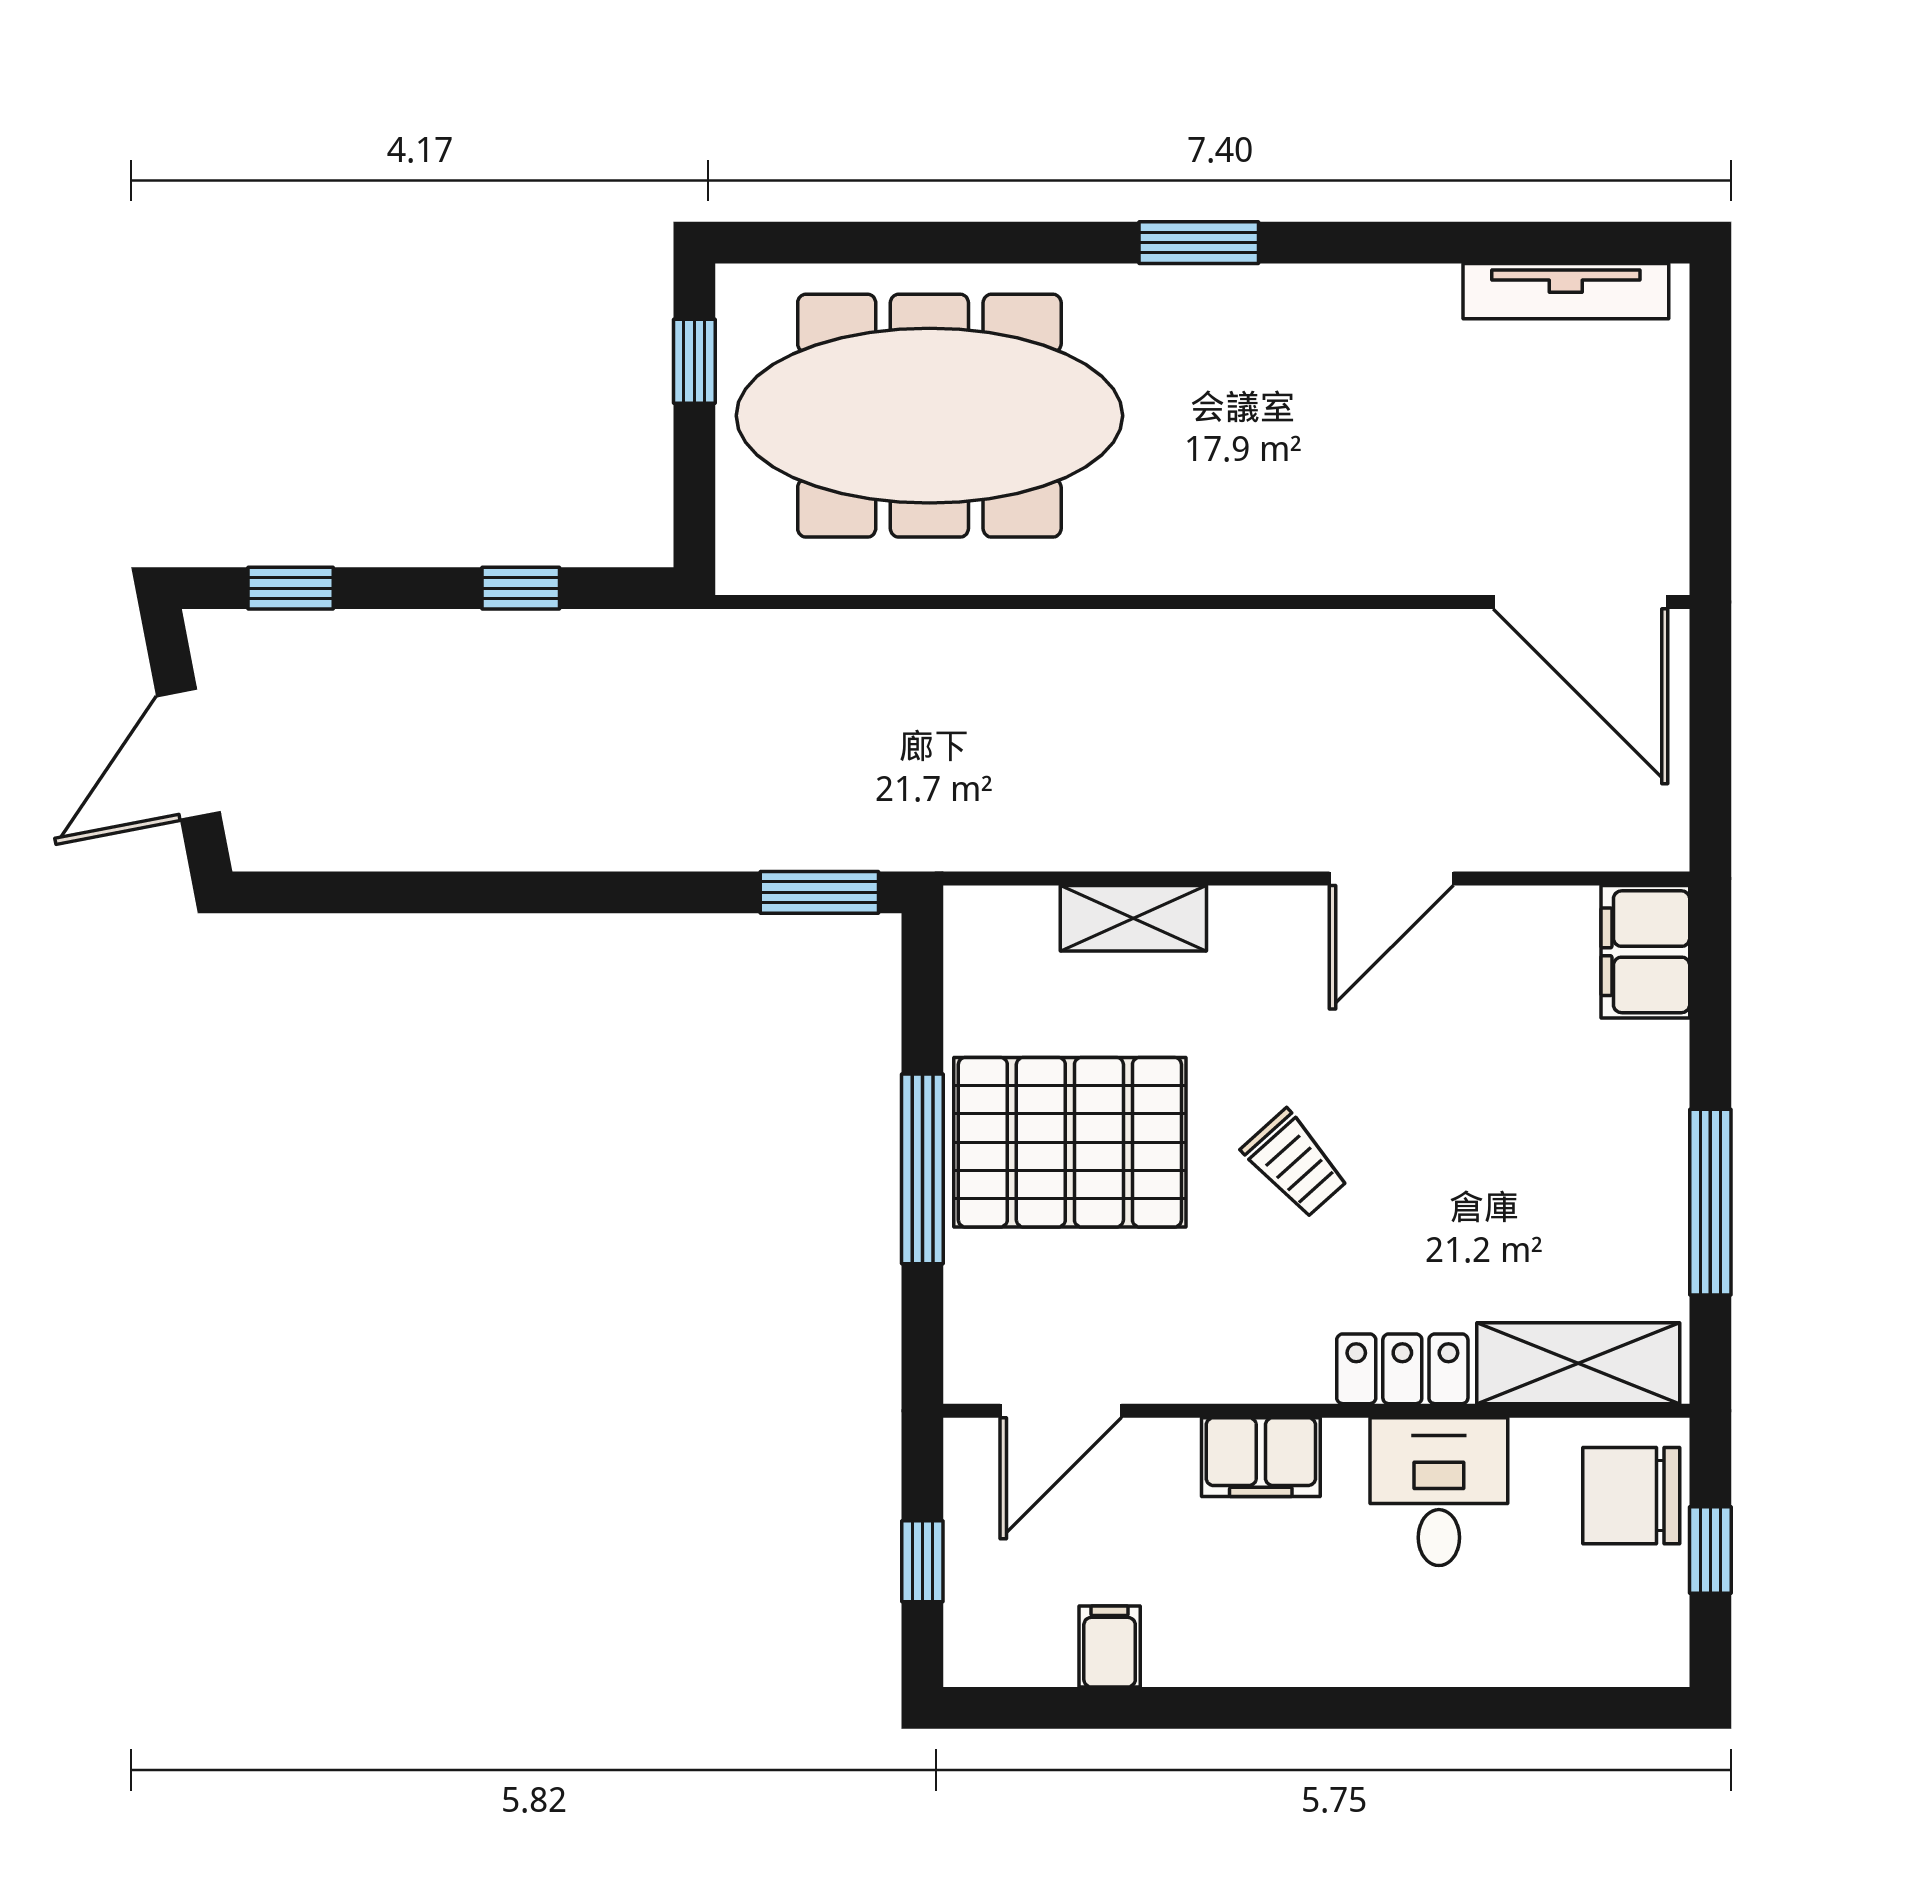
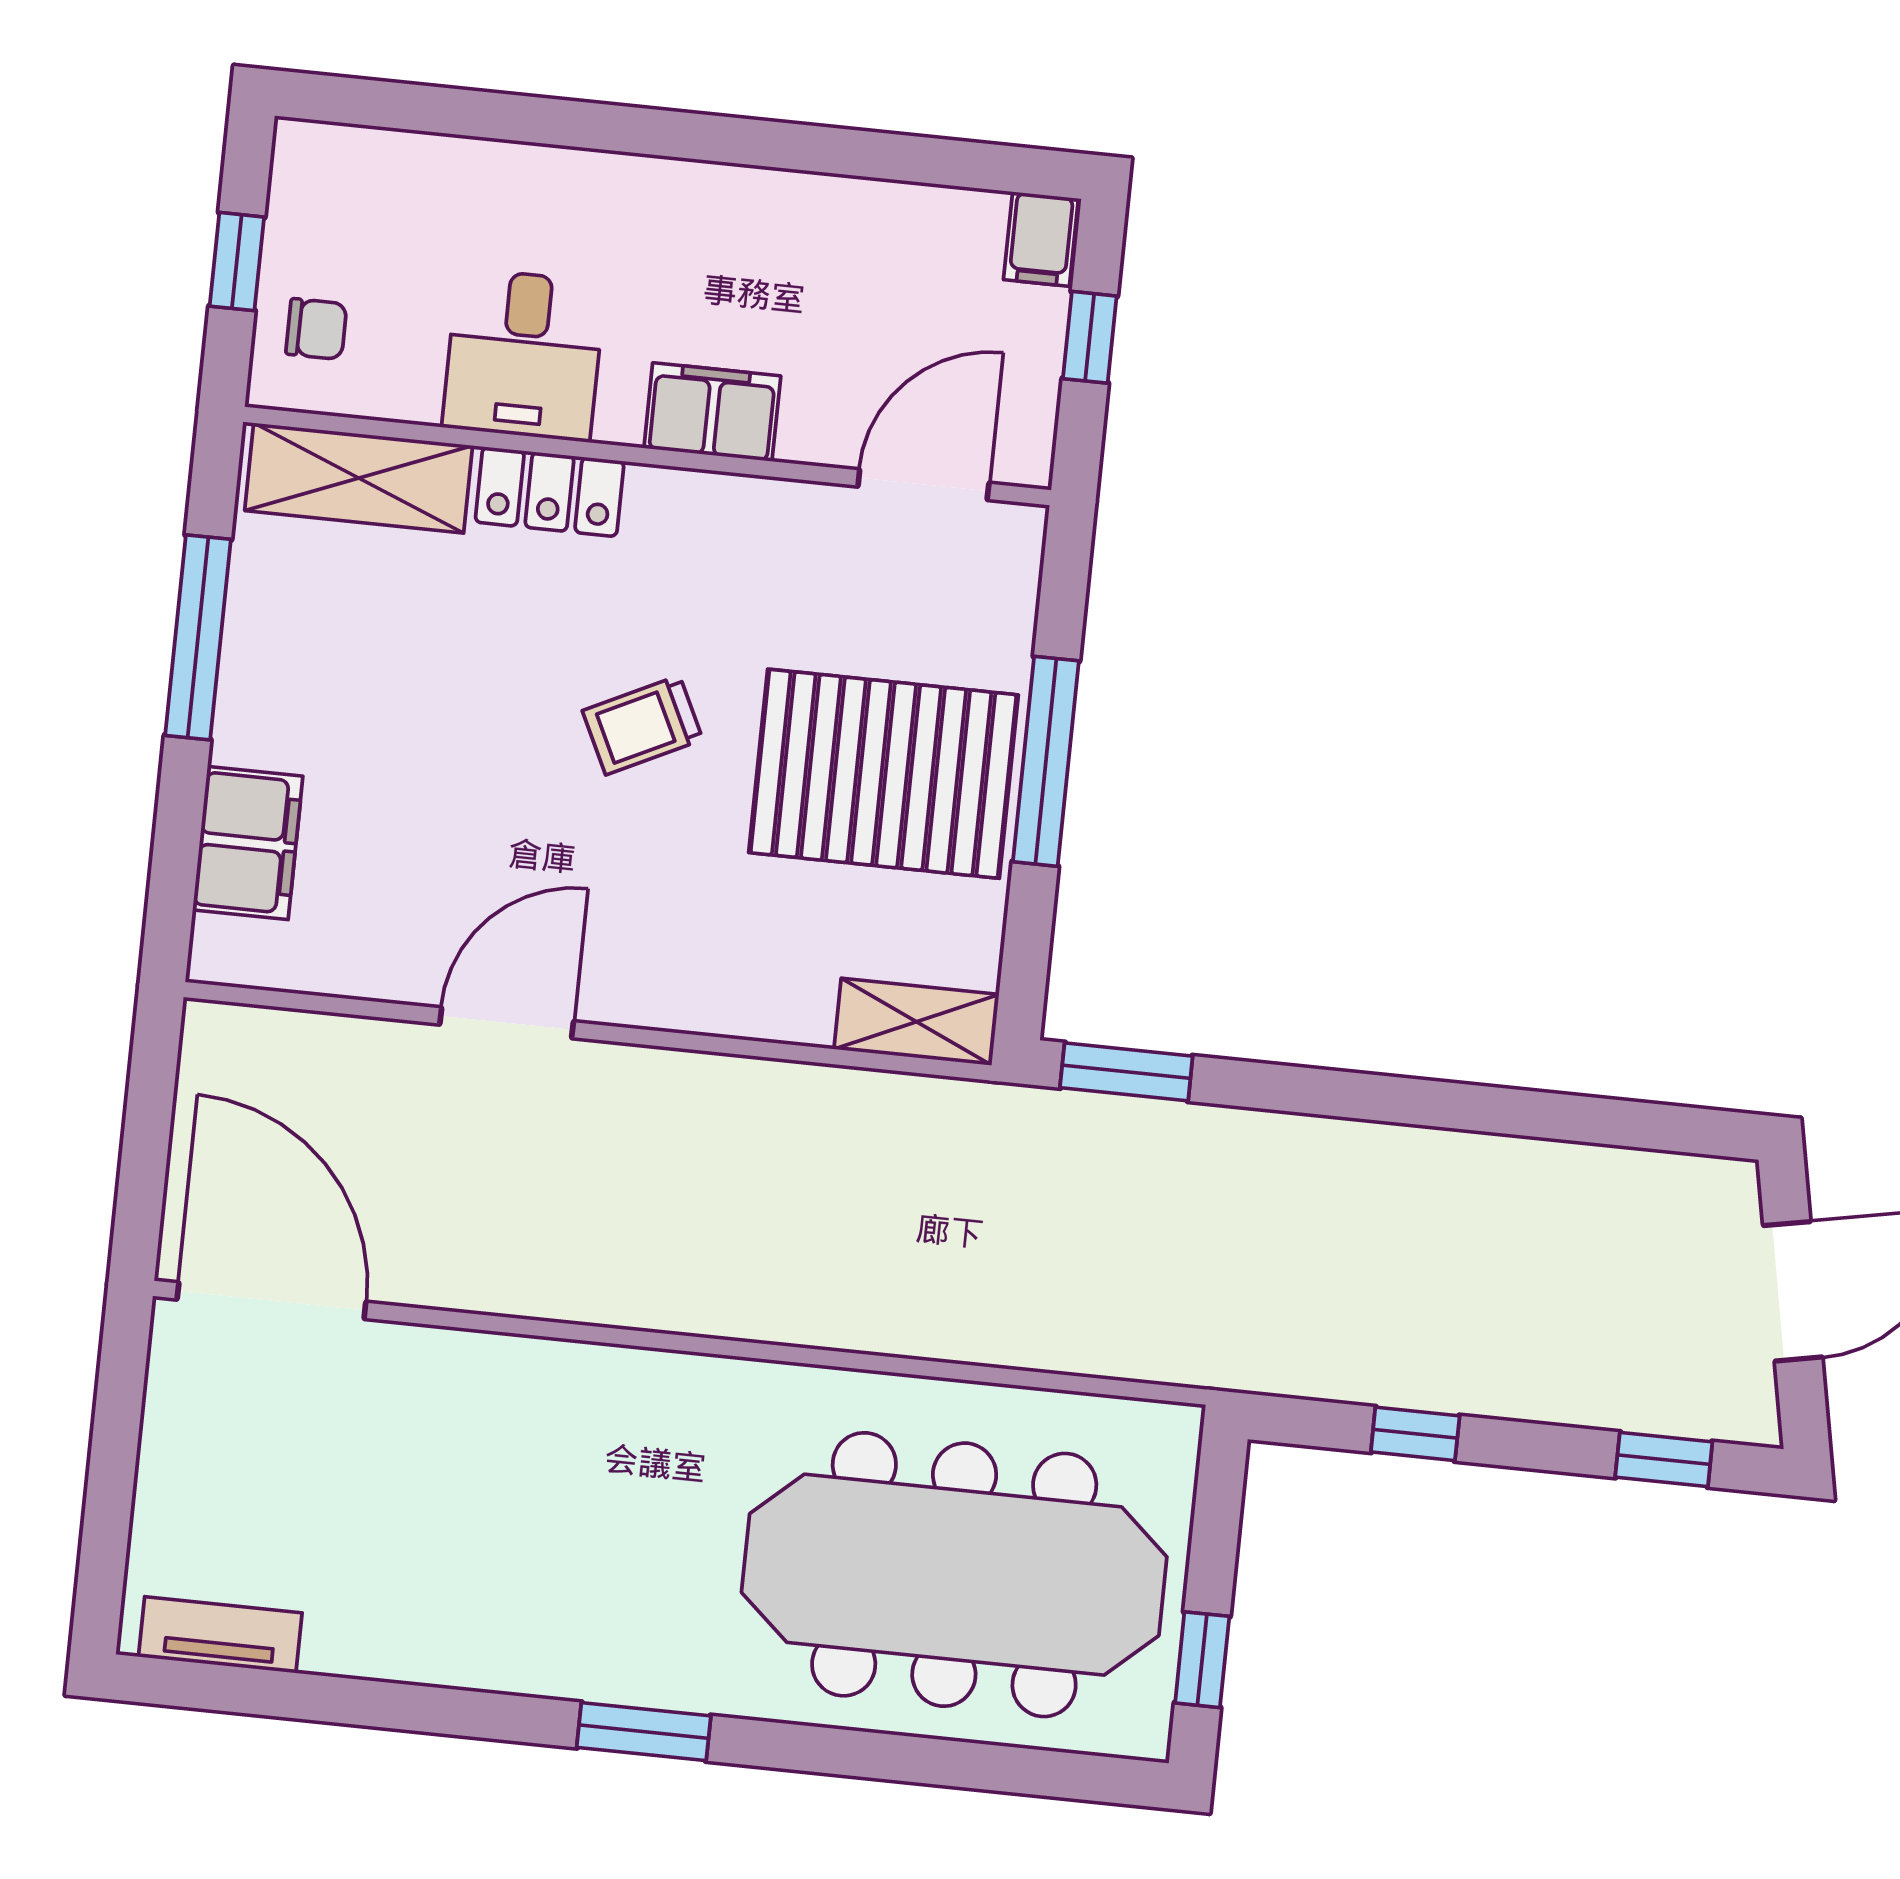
tv unit: (1566, 291) -> (220, 1635), width x0.71
shelving: (1133, 918) -> (916, 1022), moved
filing cabinet: (1645, 952) -> (248, 843), moved
trolley: (1295, 1164) -> (643, 725), turned -74
chair: (1631, 1496) -> (316, 329), width x0.54, depth x0.54
filing cabinet: (1110, 1647) -> (1041, 239), moved

